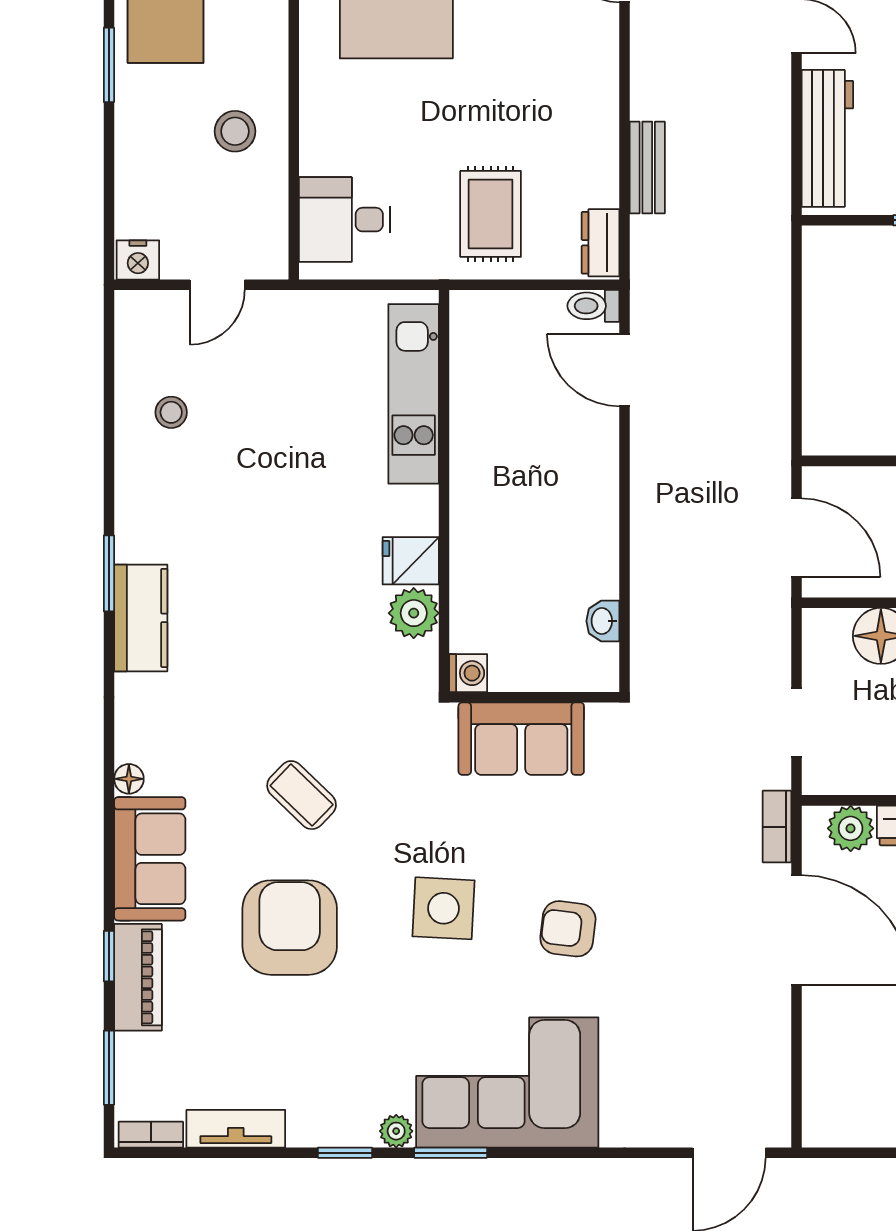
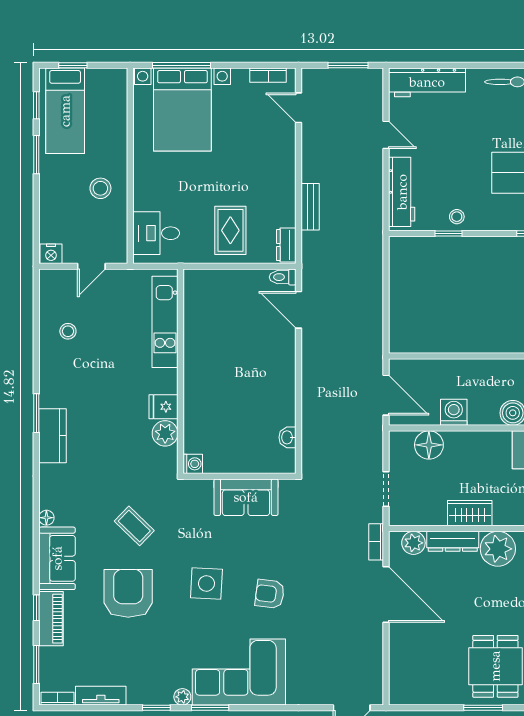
kitchen unit: (414, 394) -> (165, 322), moved
wall: (444, 491) -> (181, 371), moved
fridge: (411, 561) -> (164, 407), moved
plant: (414, 613) -> (165, 433), moved
washing machine: (468, 673) -> (193, 464), moved

